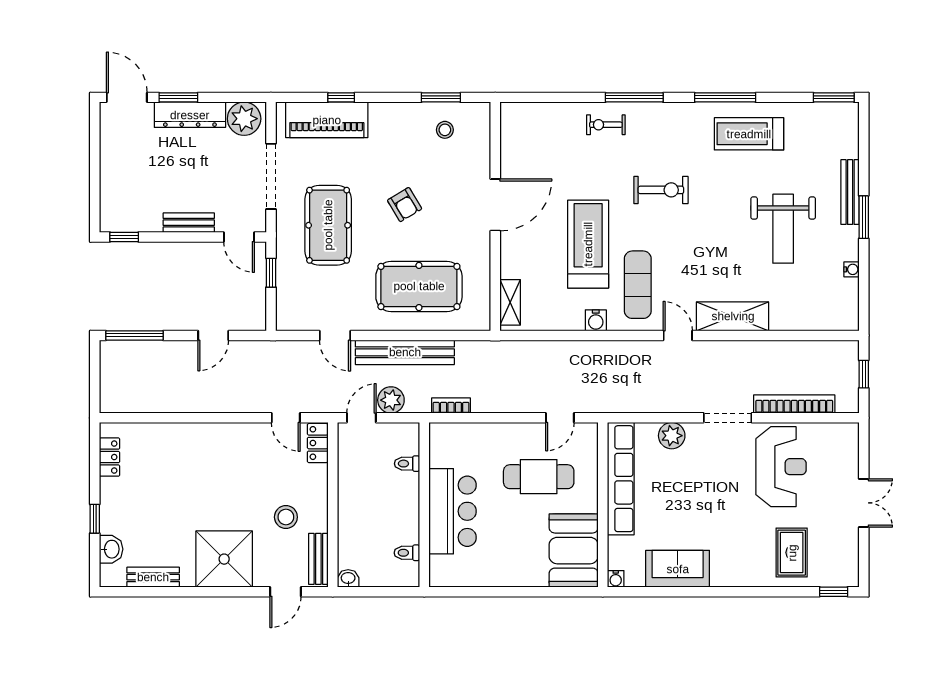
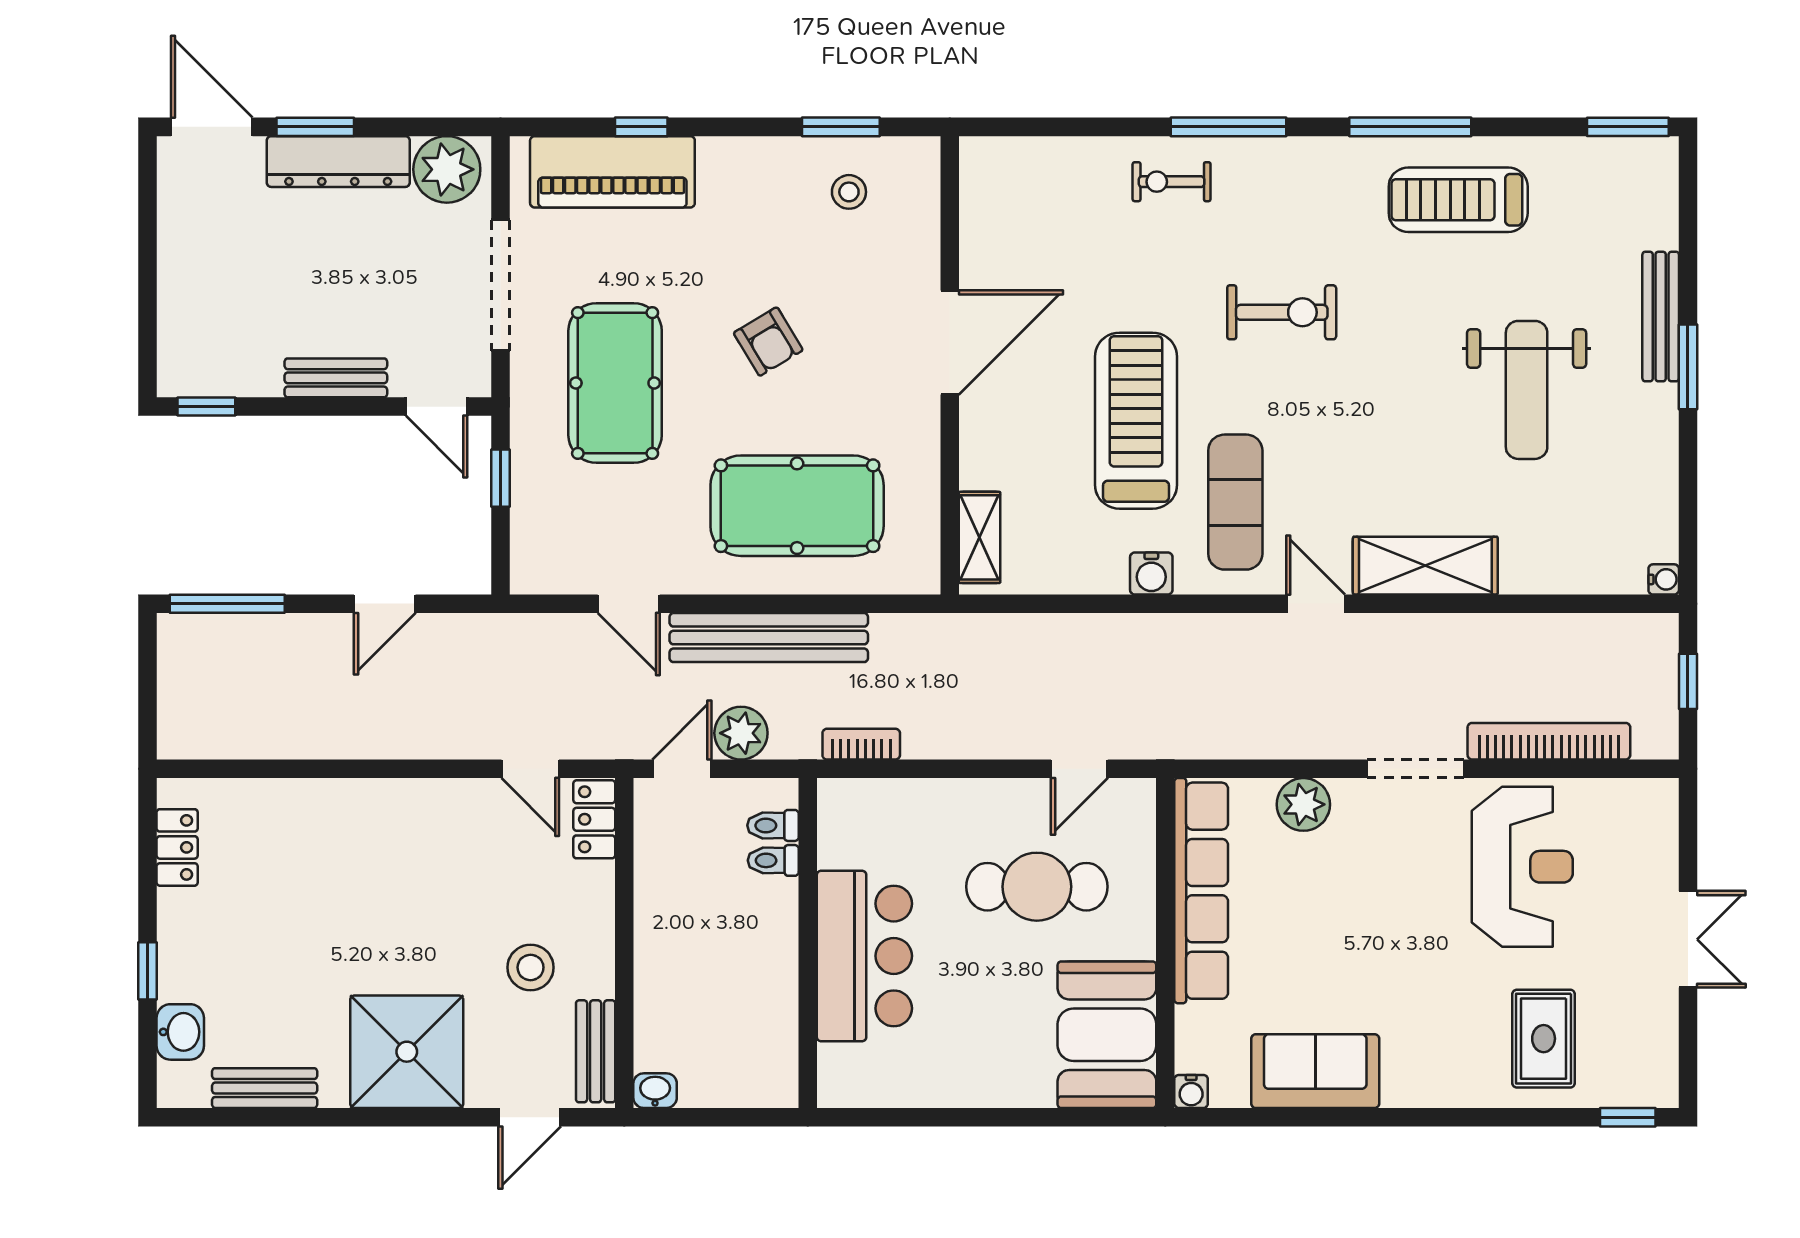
water cooler: (852, 269) -> (1664, 579), moved
toilet: (407, 553) -> (773, 825), moved

